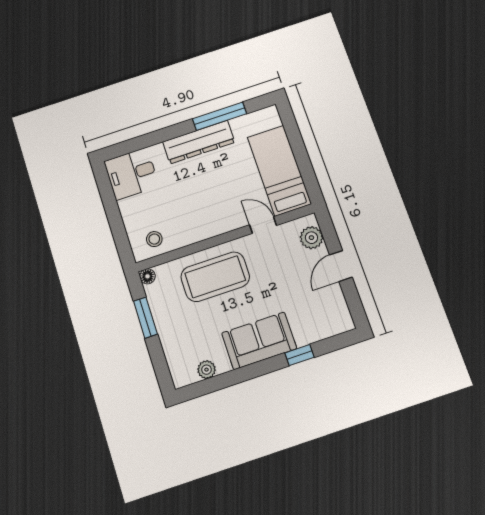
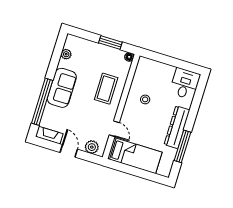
door: (263, 225) -> (114, 129), hinge flipped
stool: (154, 239) -> (145, 99), moved
coffee table: (215, 277) -> (106, 89), width x0.73, depth x0.76
fireplace: (339, 310) -> (49, 135), added
window: (300, 355) -> (42, 102), width x3.17

